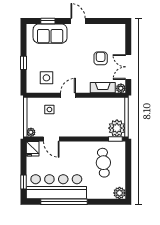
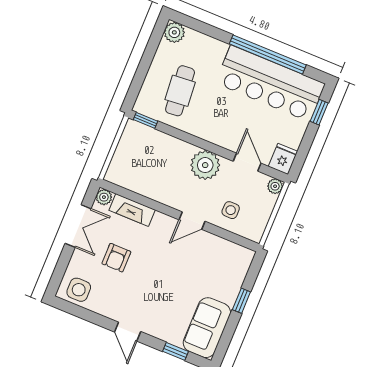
sofa: (50, 34) -> (207, 328), moved, turned -90
side table: (46, 78) -> (79, 290), moved
plant: (117, 128) -> (205, 165), moved

